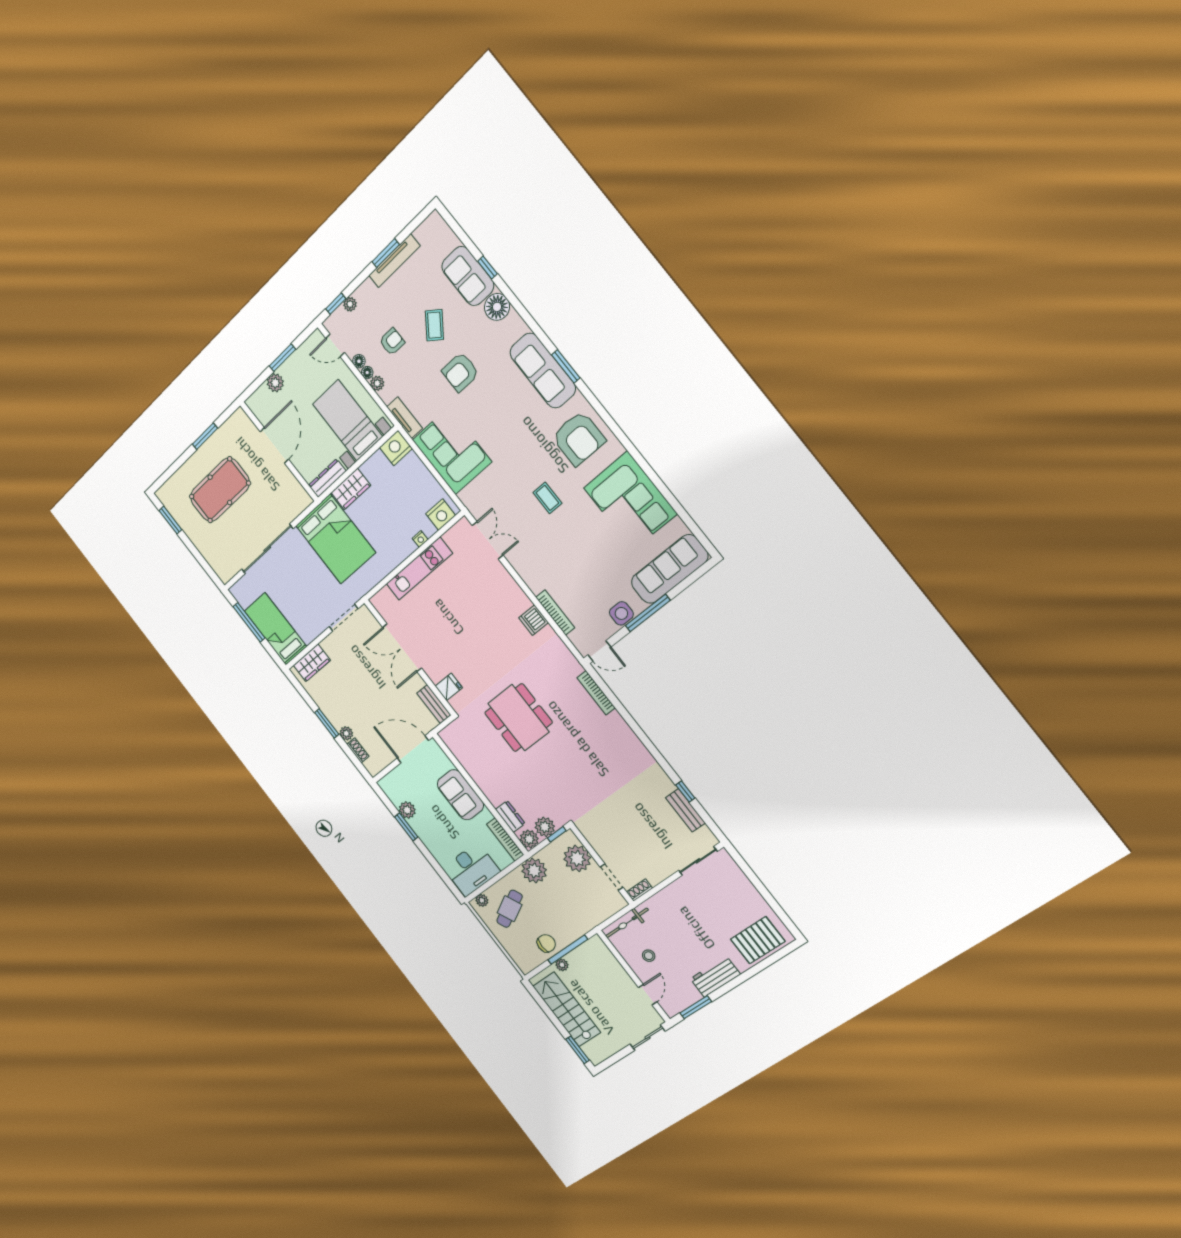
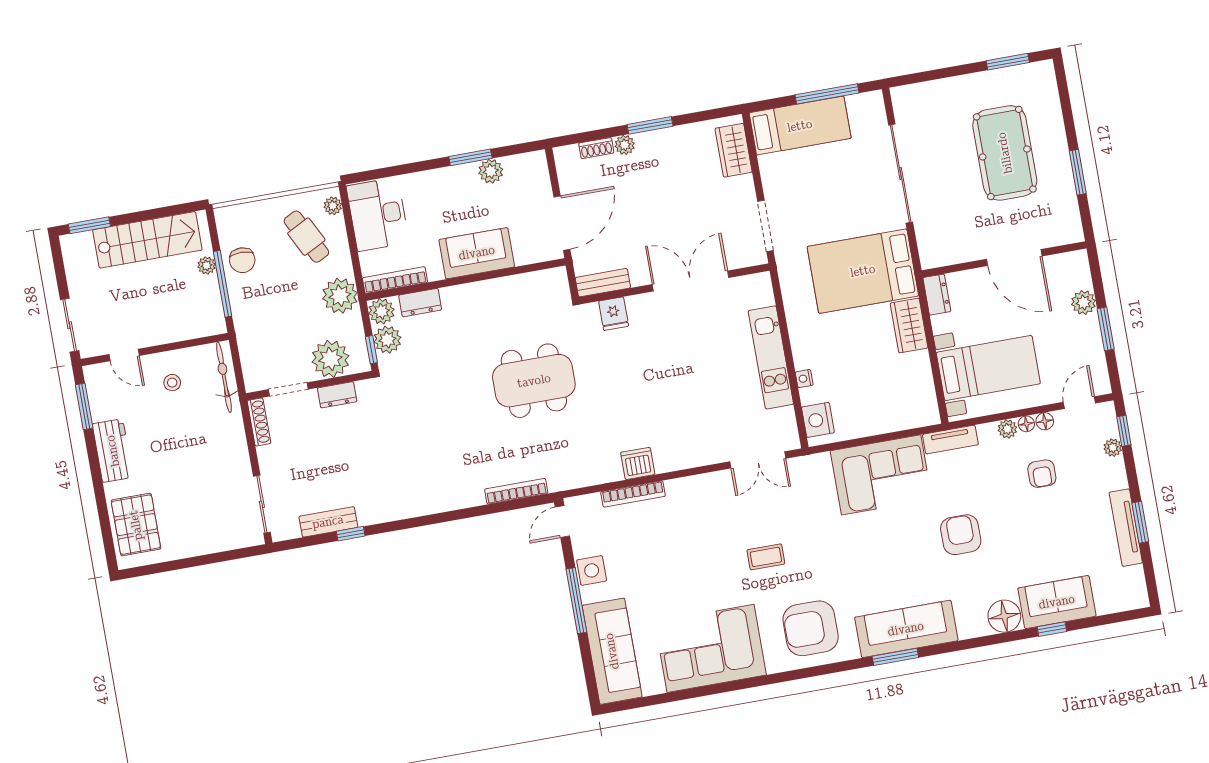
coffee table: (434, 325) -> (1029, 534), removed
nightstand: (396, 448) -> (923, 409), removed
dresser: (327, 478) -> (937, 295), width x0.70
dresser: (598, 843) -> (337, 395), added
shoe rack: (639, 890) -> (259, 422), width x1.43

